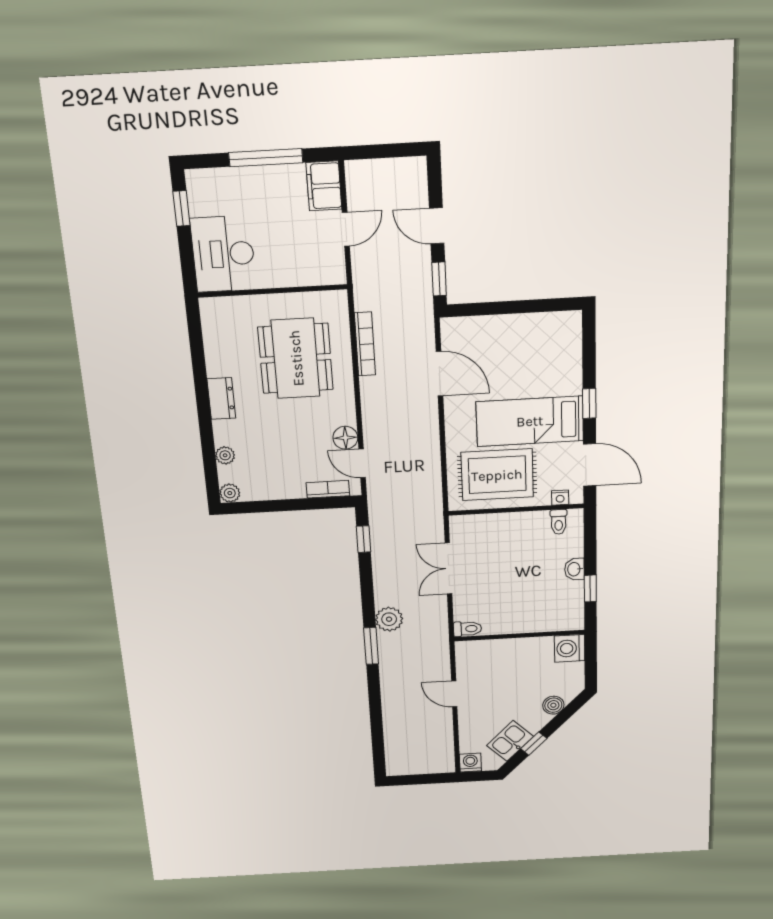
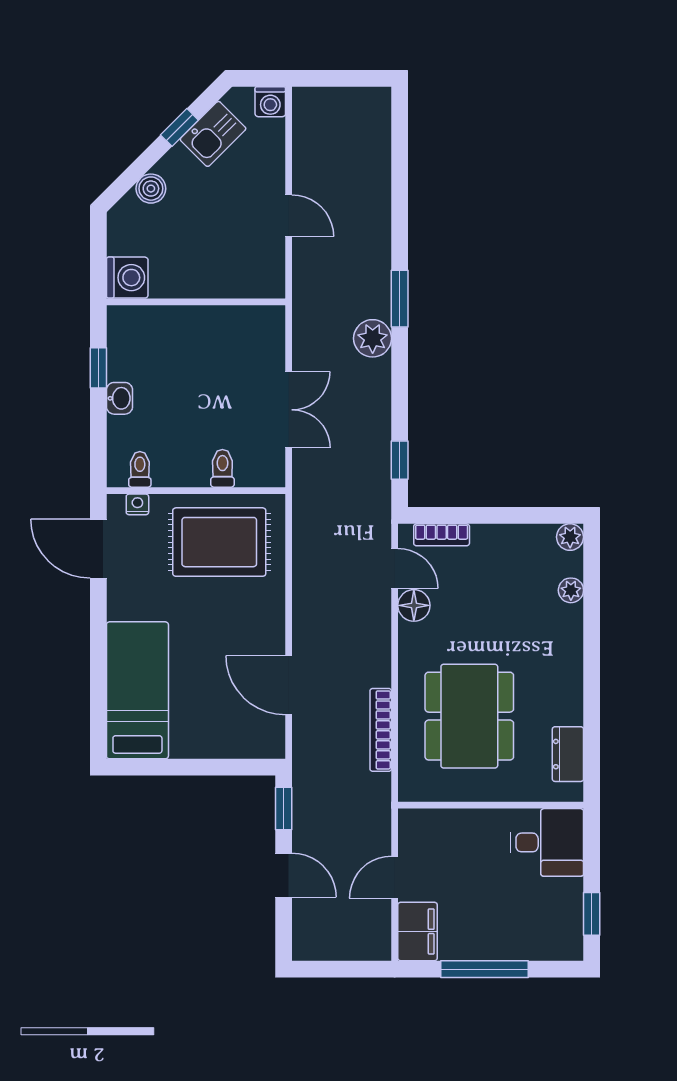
desk: (223, 254) -> (547, 842), width x0.73
dresser: (221, 399) -> (568, 754), moved
window: (589, 403) -> (98, 634), removed
bed: (530, 421) -> (137, 690), moved, turned -90
toilet: (468, 629) -> (222, 468), moved, turned 90

